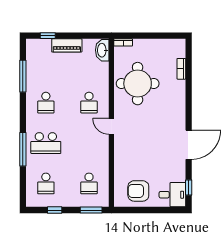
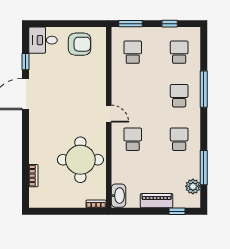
plant: (33, 59) -> (193, 186), added
school desk: (46, 143) -> (179, 96), width x0.54
window: (189, 188) -> (26, 62), moved

